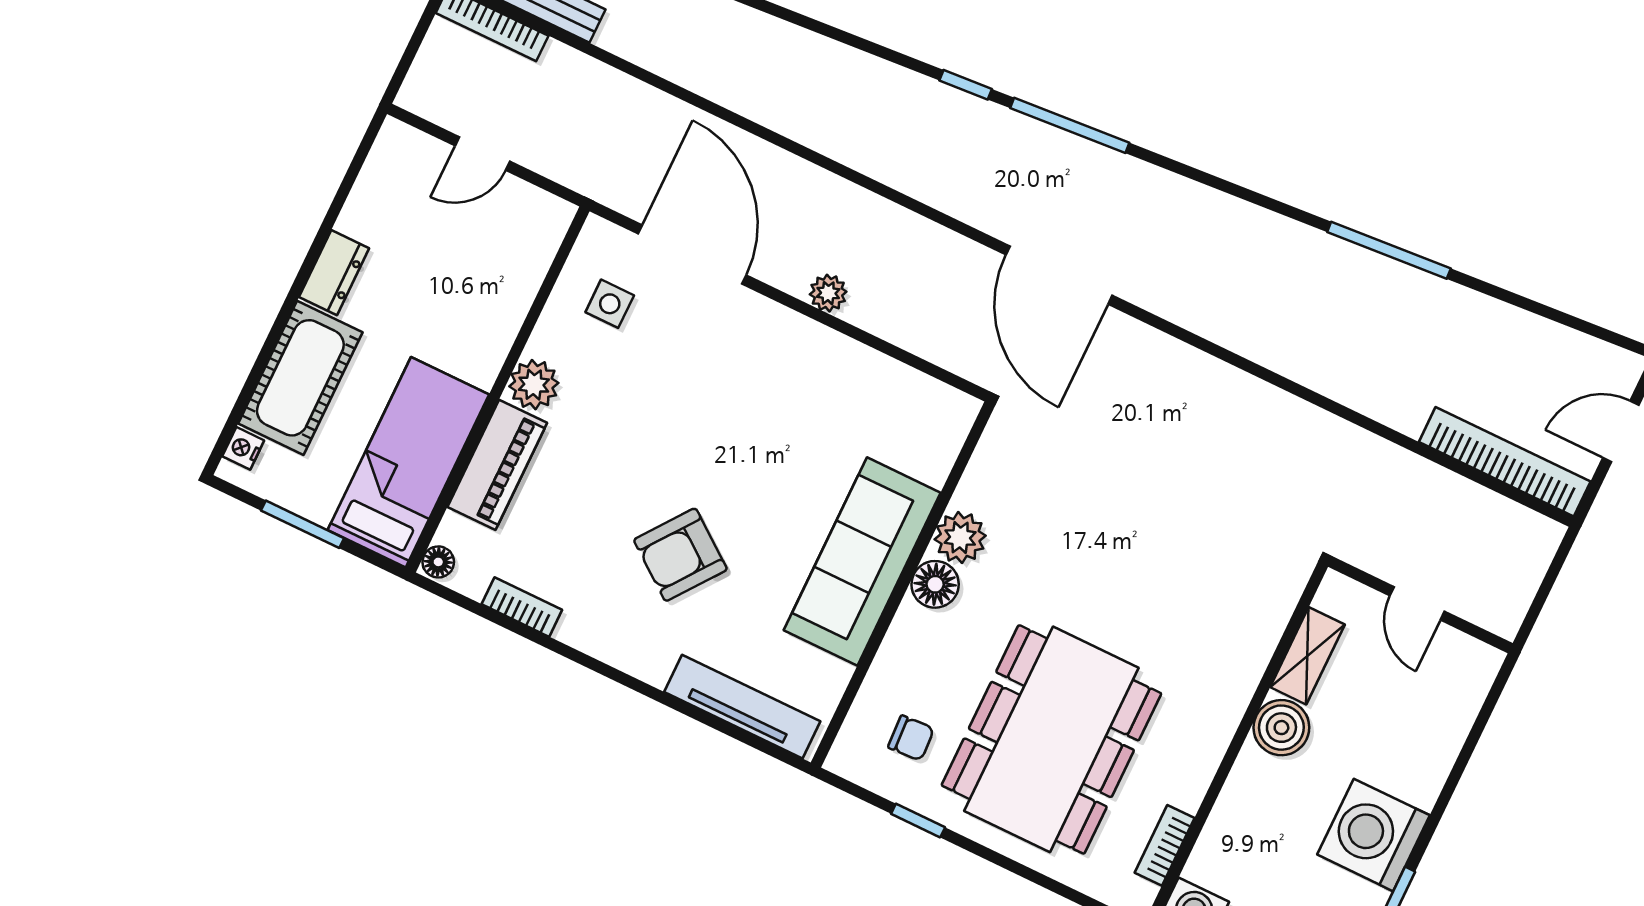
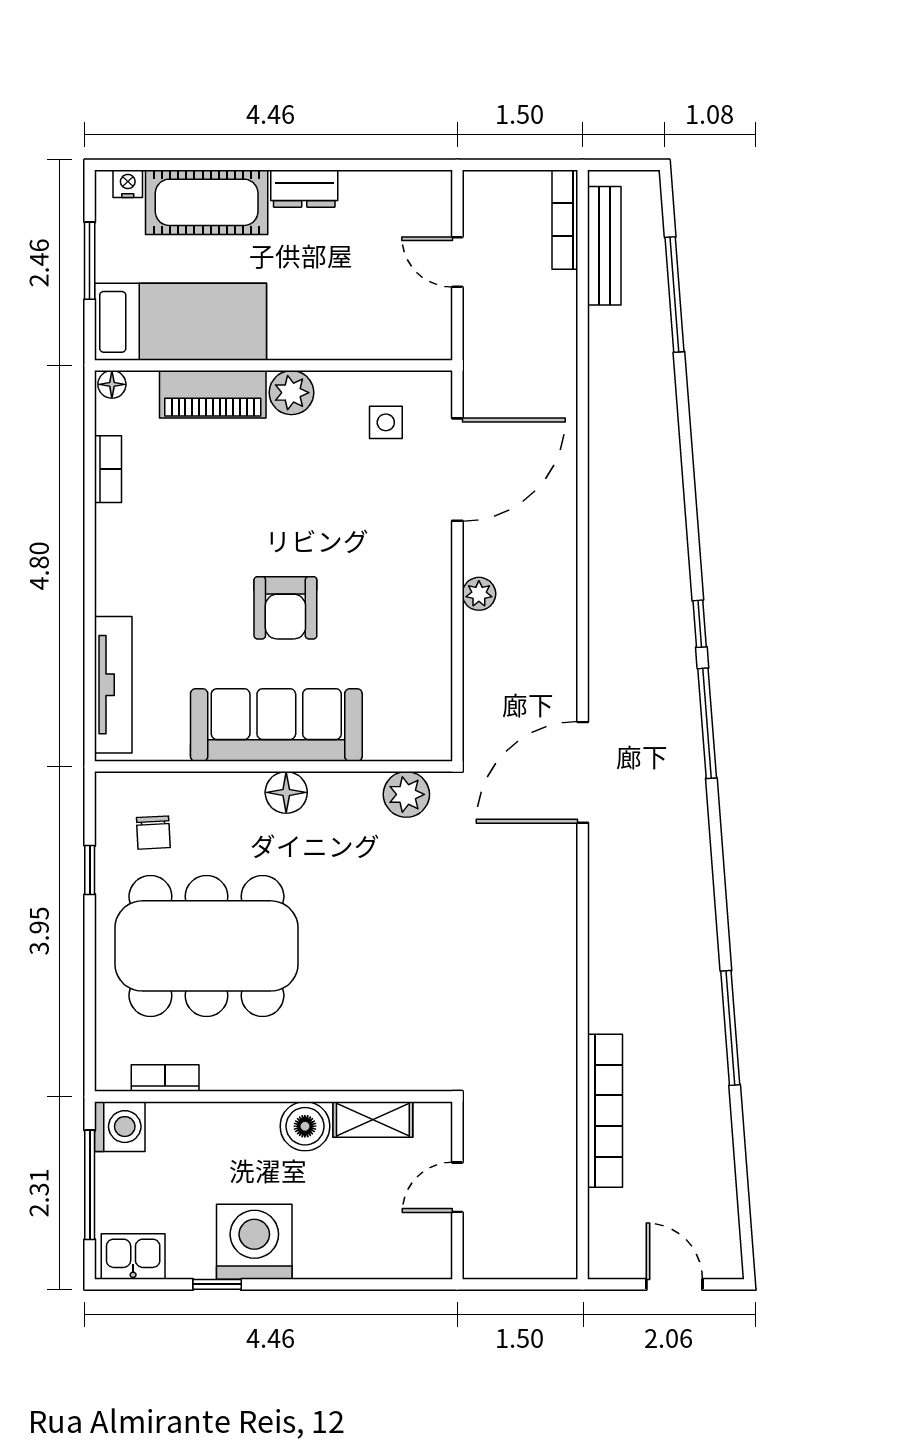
bookcase: (1505, 462) -> (605, 1111), moved
plant: (960, 538) -> (406, 794), moved
armchair: (680, 555) -> (285, 608), moved, turned -127

